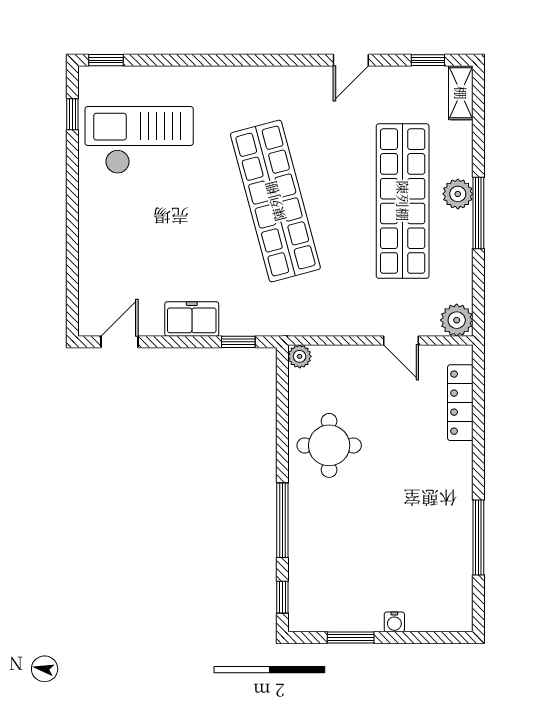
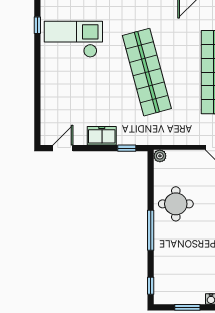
window: (282, 520) -> (151, 230), moved

